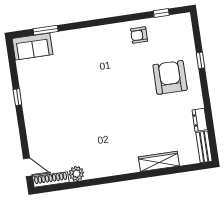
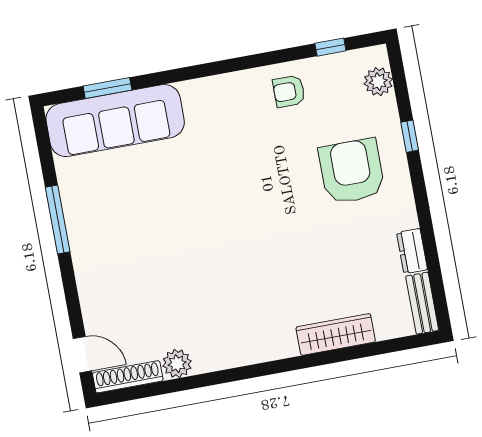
plant: (185, 32) -> (378, 82), added
sofa: (32, 46) -> (115, 121), width x1.85, depth x1.27
window: (17, 97) -> (58, 220), width x2.17

